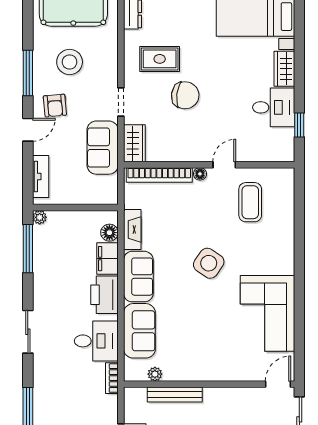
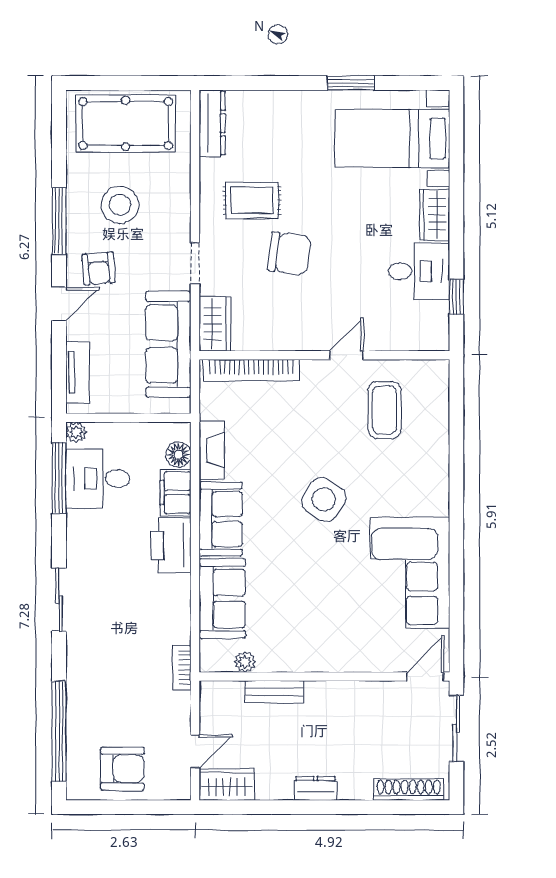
sofa: (103, 148) -> (168, 344), width x1.36
floor lamp: (200, 174) -> (311, 369), removed
desk: (96, 341) -> (98, 479), moved, turned 180
bench: (175, 395) -> (274, 692), width x0.73

